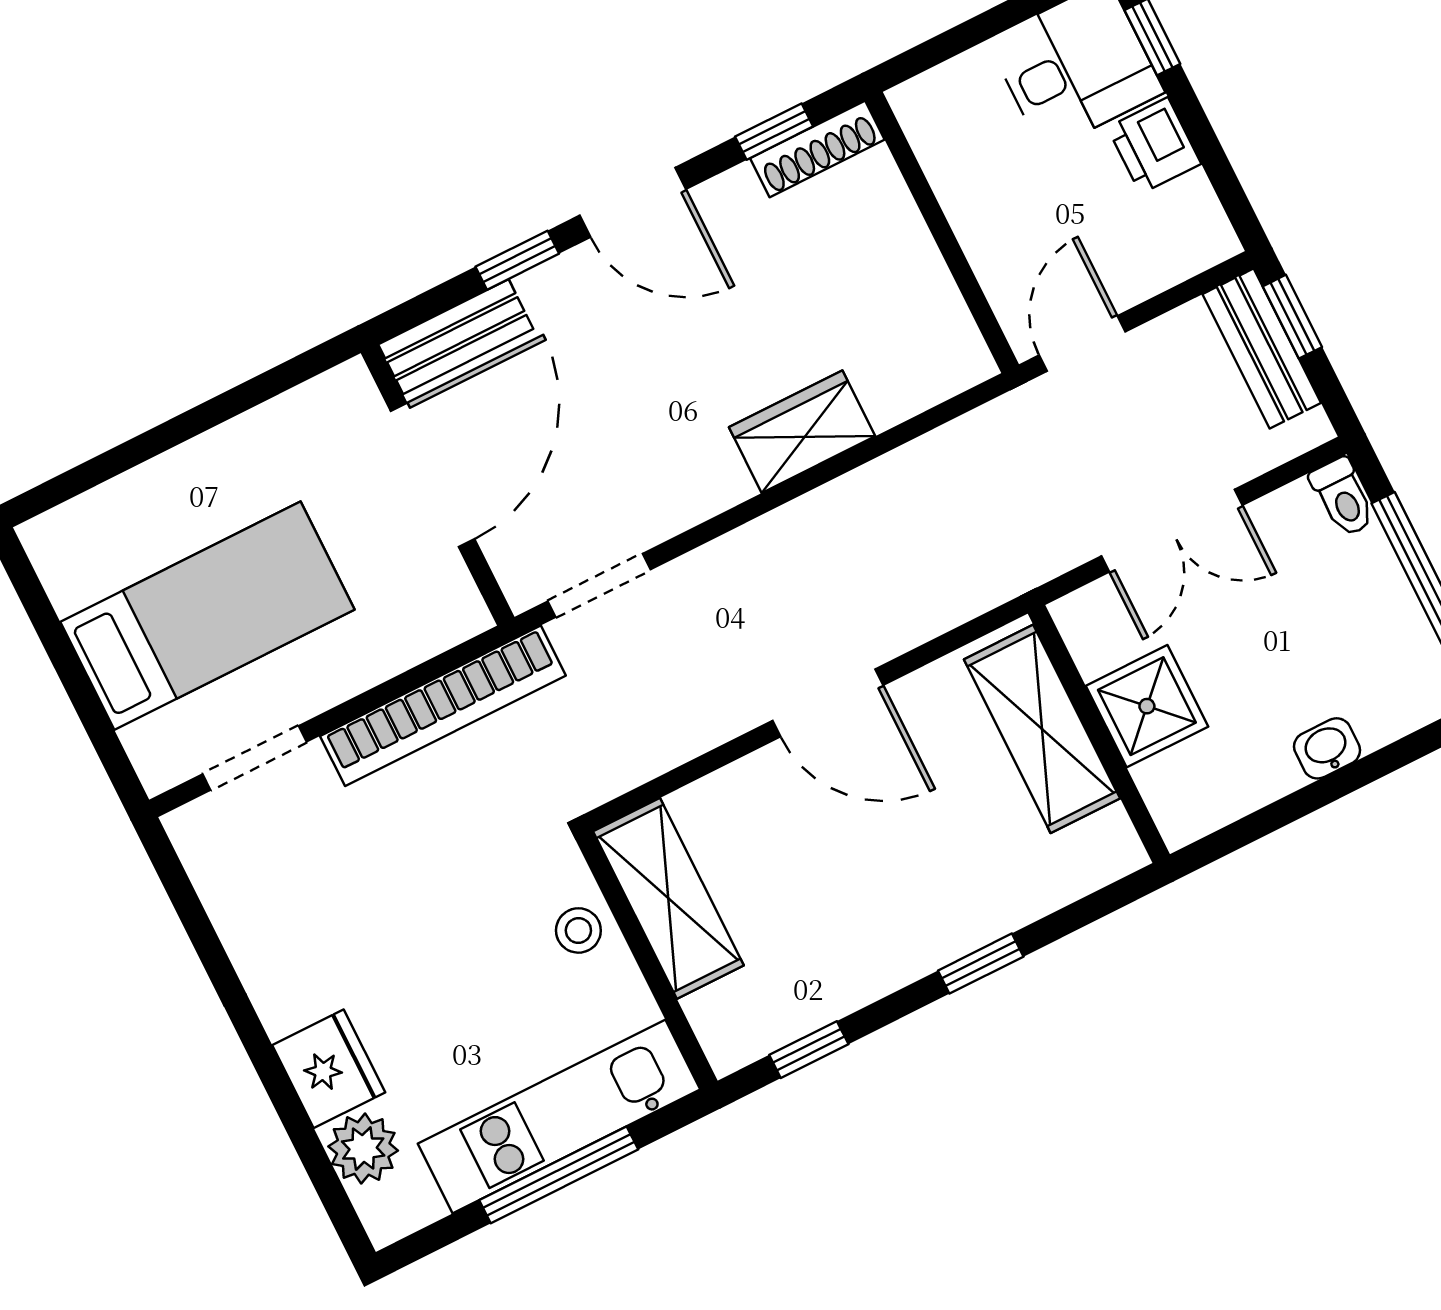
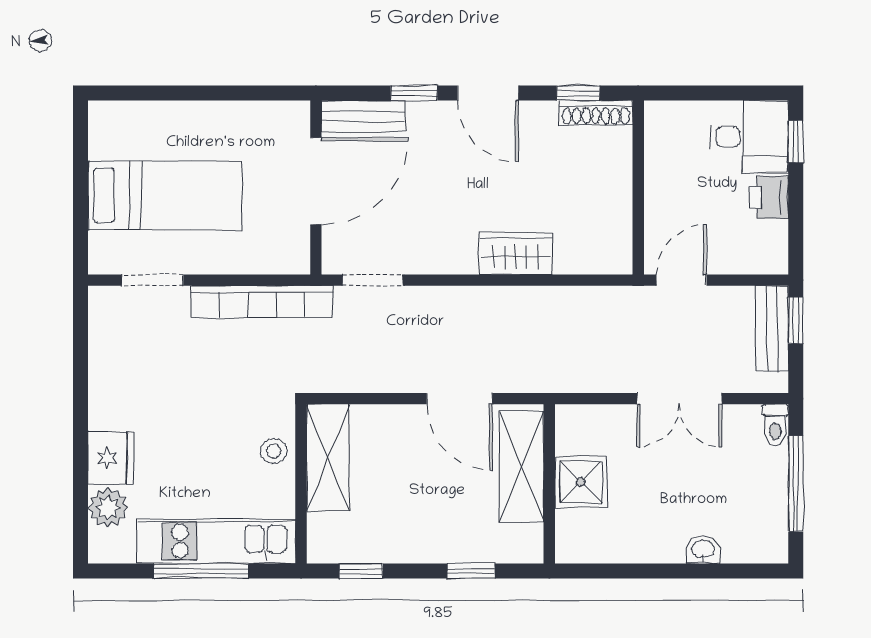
shower: (1147, 706) -> (581, 482), moved
shelving: (1042, 729) -> (522, 467), moved
wall: (1099, 734) -> (549, 484), moved

